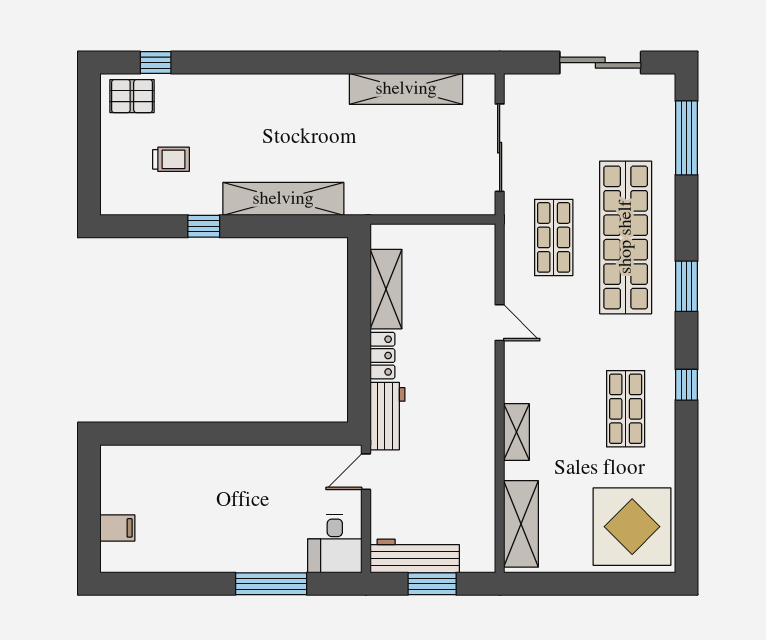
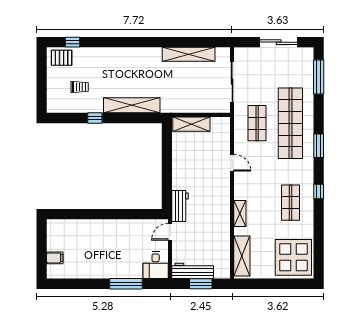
shelving: (386, 289) -> (191, 124), moved, turned 90
locker: (382, 356) -> (178, 178), removed

